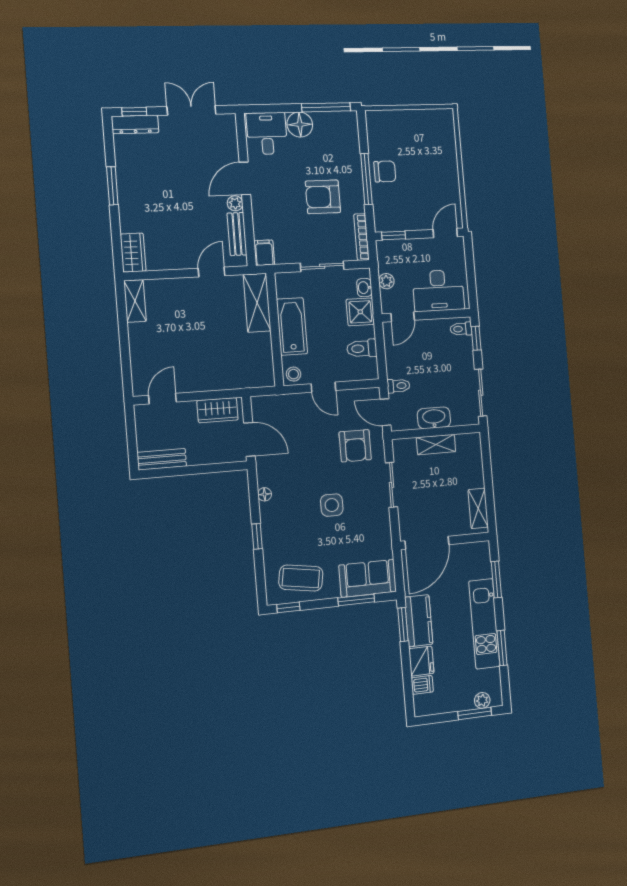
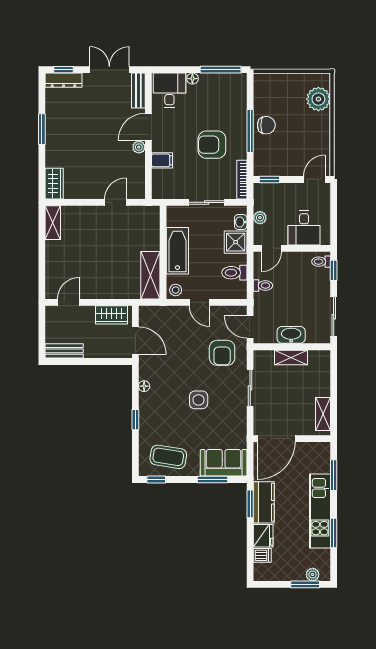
floor lamp: (300, 125) -> (192, 79), width x0.53, depth x0.53
plant: (442, 139) -> (318, 99), added
bench: (237, 234) -> (138, 91), moved
filing cabinet: (264, 253) -> (162, 160), moved, turned 90
desk: (438, 291) -> (304, 228), width x0.73
shelving: (257, 303) -> (150, 275), moved
toilet: (398, 386) -> (263, 285), moved

